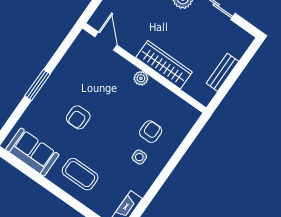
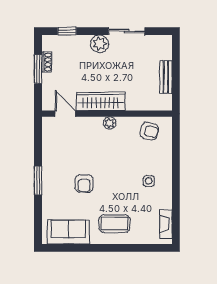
wardrobe: (164, 65) -> (101, 101), moved
armchair: (151, 132) -> (149, 131), moved, turned 104

